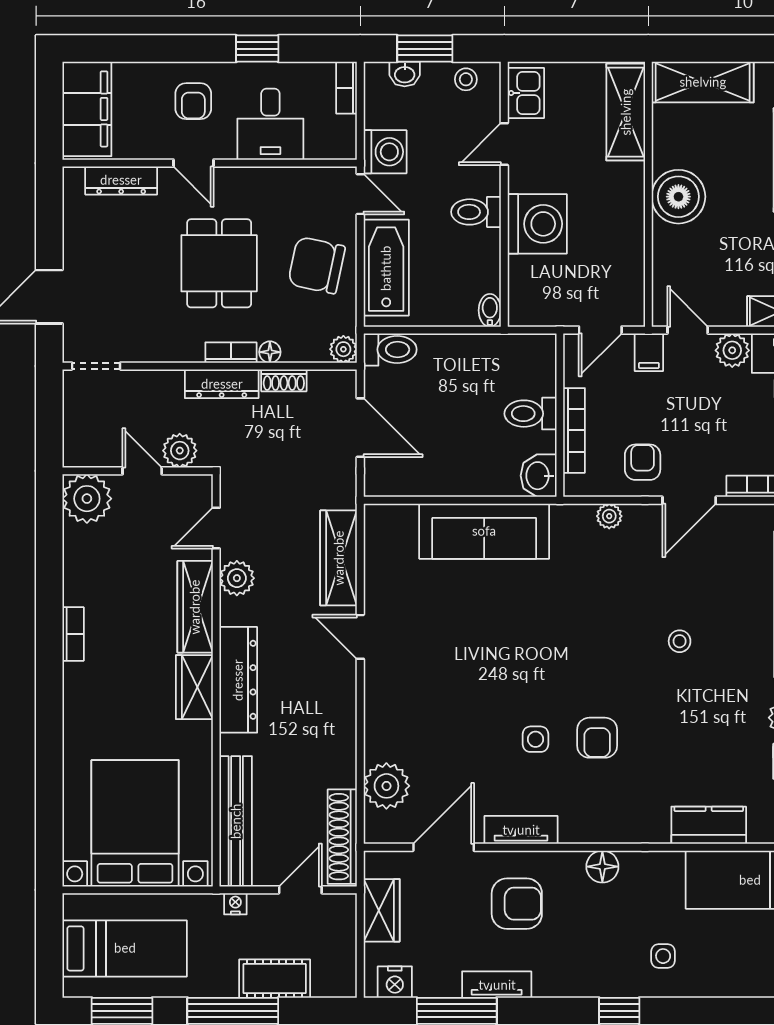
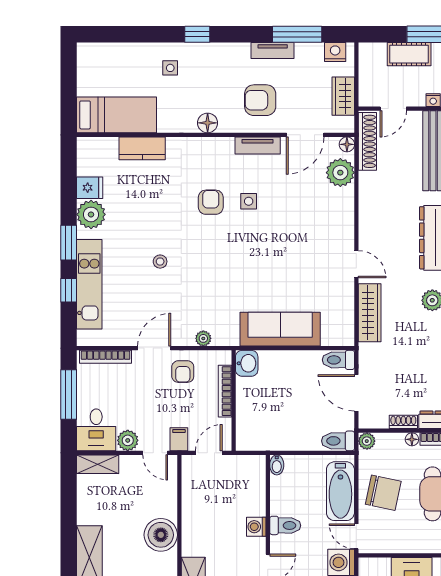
washing machine: (537, 224) -> (256, 527), width x0.53, depth x0.53
toilet: (531, 414) -> (338, 360), moved, turned 180
floor lamp: (376, 832) -> (347, 144), added

